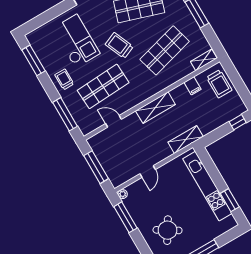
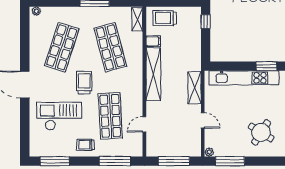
trolley: (119, 46) -> (84, 83), turned 113
trolley: (219, 84) -> (165, 18), turned 180
shelving: (155, 108) -> (153, 74), width x1.47
shelving: (186, 140) -> (195, 88), moved

